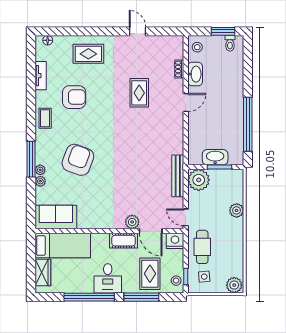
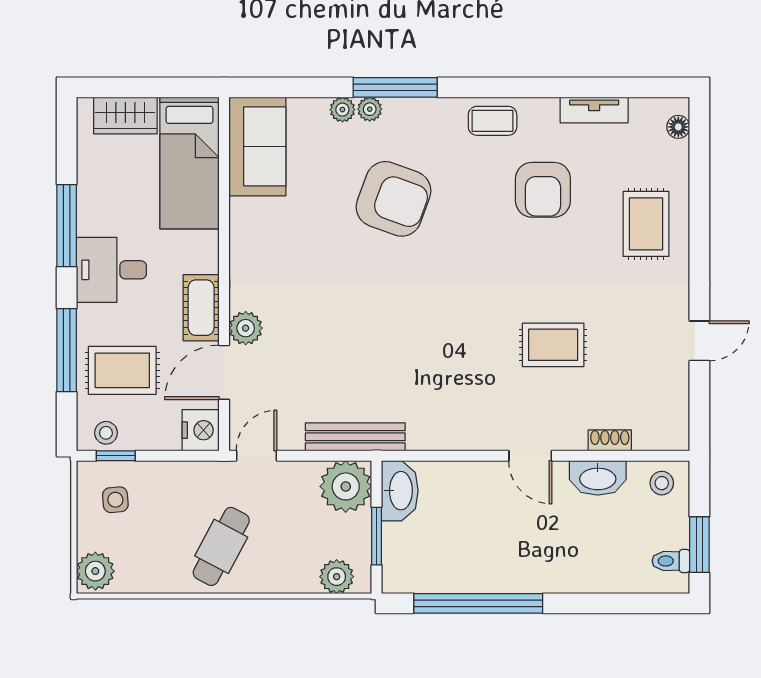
washbasin: (215, 157) -> (400, 491), moved
plant: (237, 210) -> (337, 577), moved
cafe table: (202, 247) -> (221, 546), moved, turned -62
window: (89, 297) -> (67, 226), width x0.68

